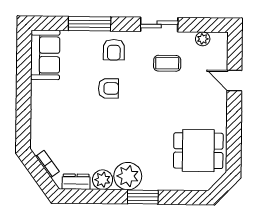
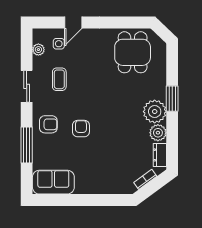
side table: (209, 63) -> (59, 44), added

